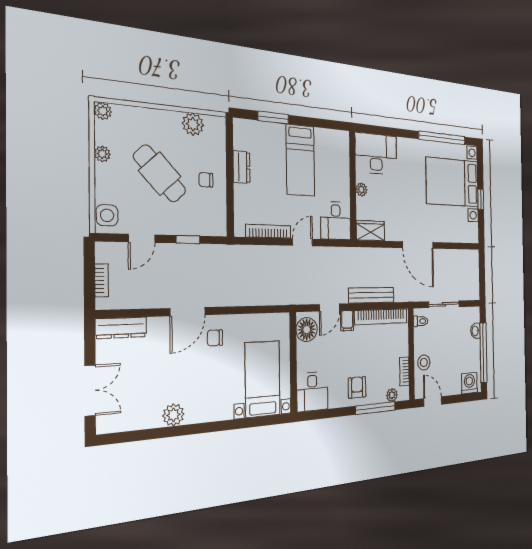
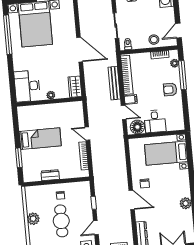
plant: (193, 124) -> (33, 219), moved
cafe table: (160, 174) -> (61, 221), turned -47
desk: (336, 221) -> (72, 112), removed
door: (142, 238) -> (96, 228), swing flipped
door: (418, 245) -> (80, 50), hinge flipped
desk: (312, 392) -> (155, 121), moved, turned 90

